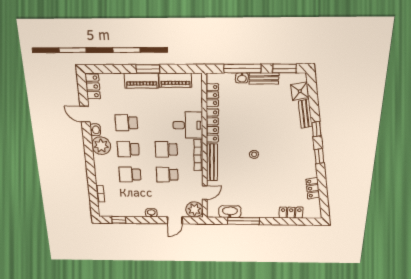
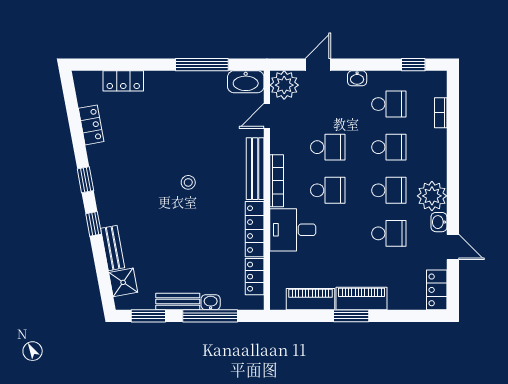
school desk: (132, 199) -> (389, 104), added
washbasin: (230, 212) -> (246, 82), moved

